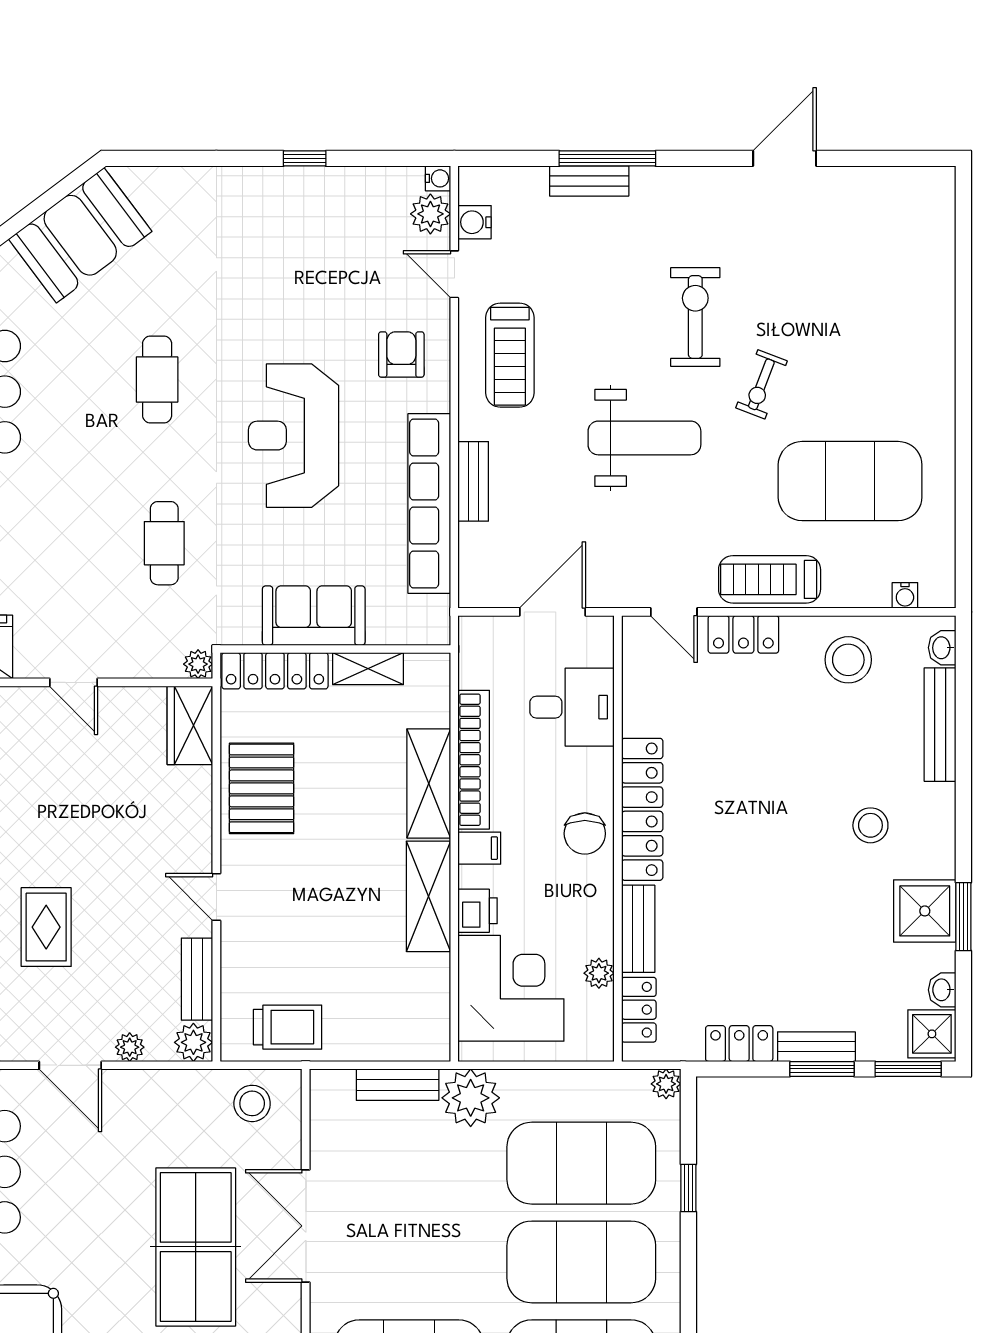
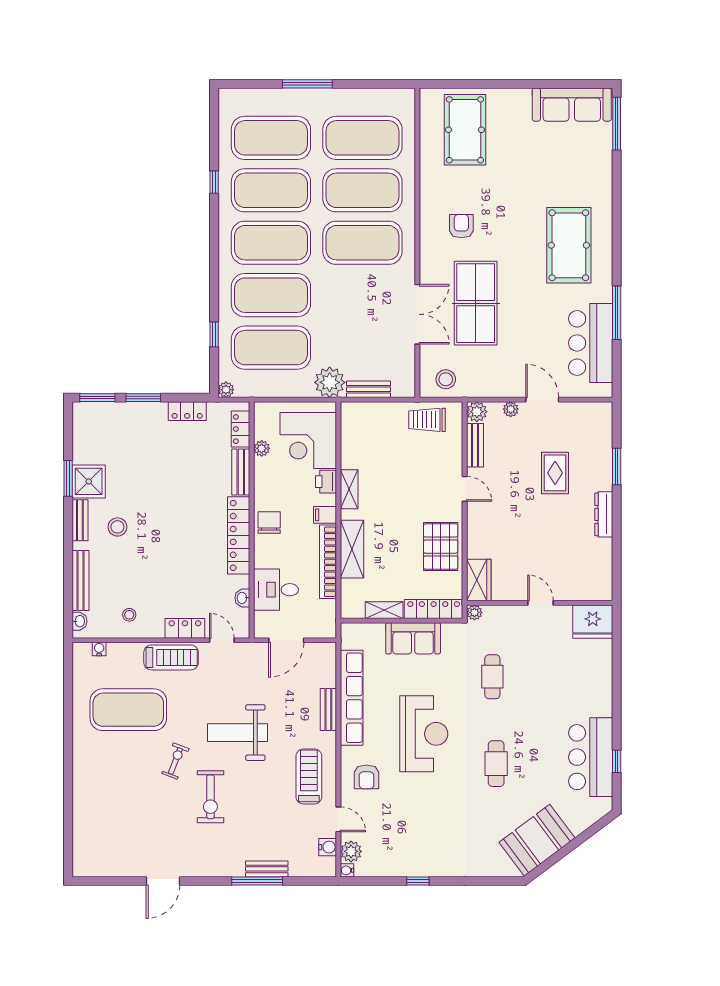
stool: (848, 660) -> (129, 615), width x0.53, depth x0.53
shelving: (428, 896) -> (349, 489), width x0.67, depth x0.75
washbasin: (942, 990) -> (242, 598), moved, turned 180
shower: (932, 1034) -> (85, 416), removed
bench: (816, 1047) -> (80, 520), moved, turned 90

